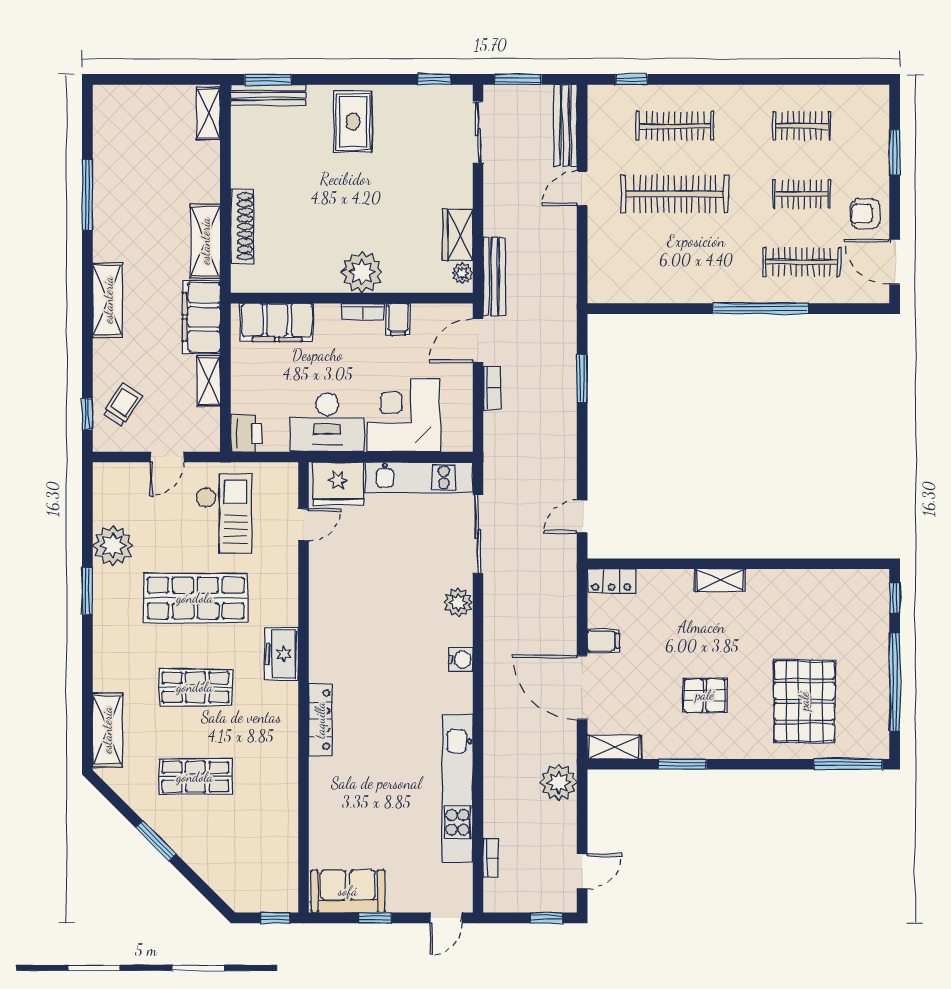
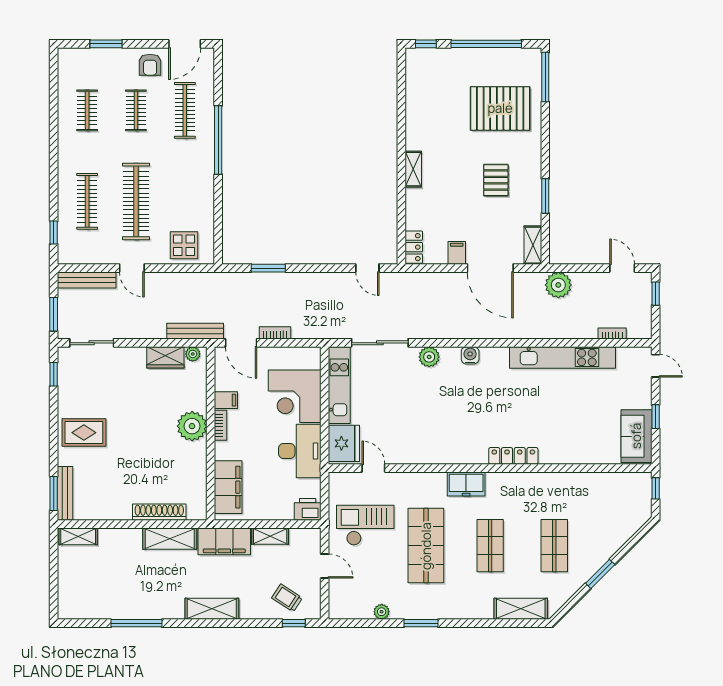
display table: (614, 261) -> (184, 245), added
plant: (113, 546) -> (382, 612), width x0.53, depth x0.53
door: (582, 688) -> (490, 268), hinge flipped

